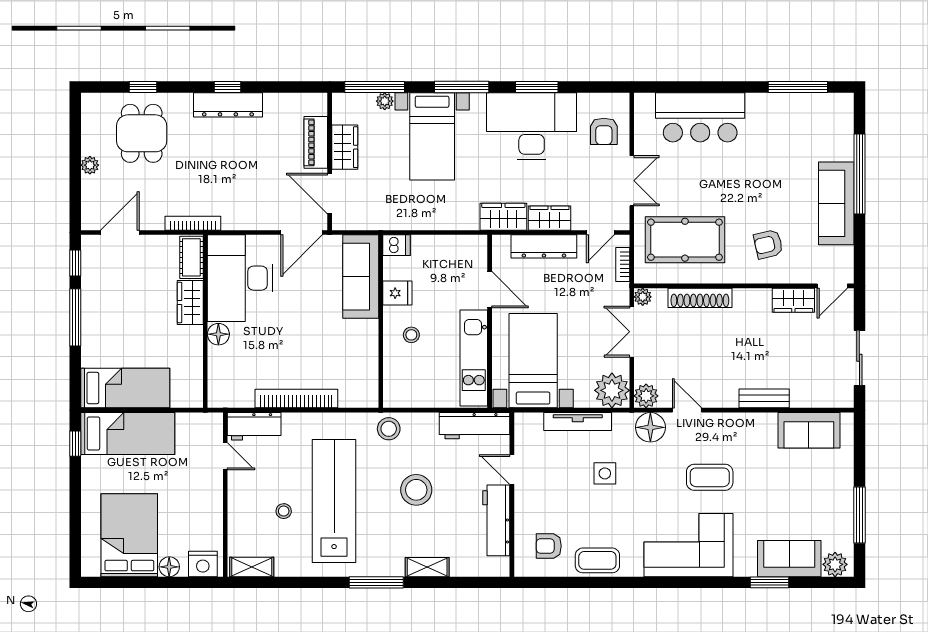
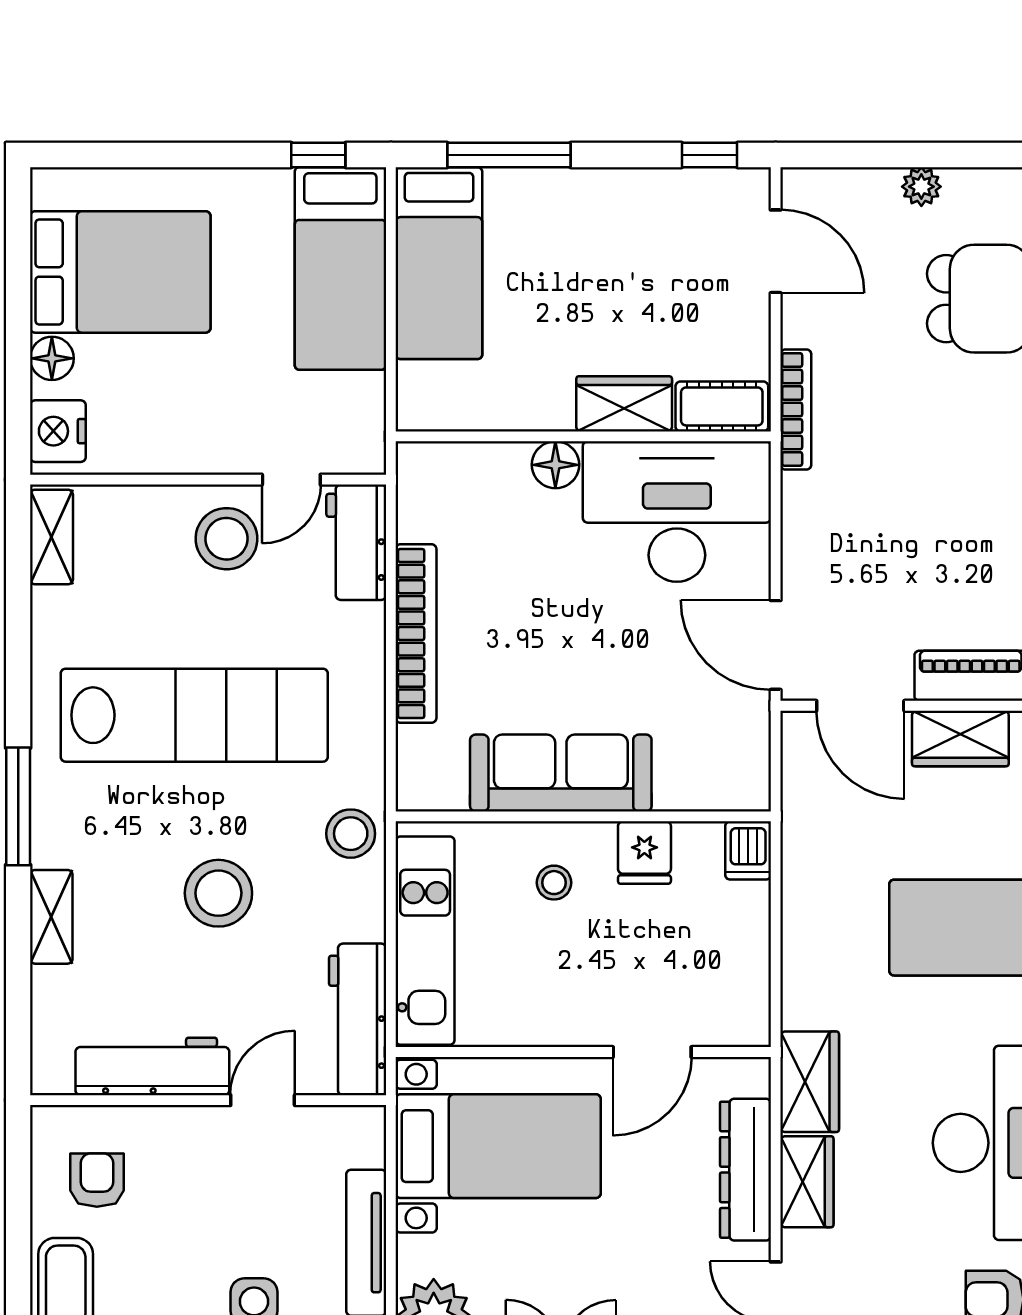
door: (330, 193) -> (860, 706), swing flipped
sofa: (361, 277) -> (561, 773), moved
window: (75, 317) -> (509, 155), moved
kitchen unit: (474, 358) -> (425, 941), moved, turned 90
stool: (284, 511) -> (226, 539), moved, width x1.89, depth x1.89

